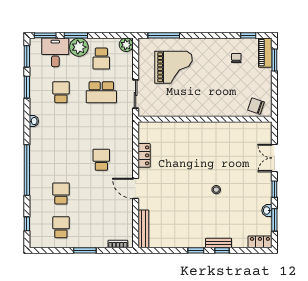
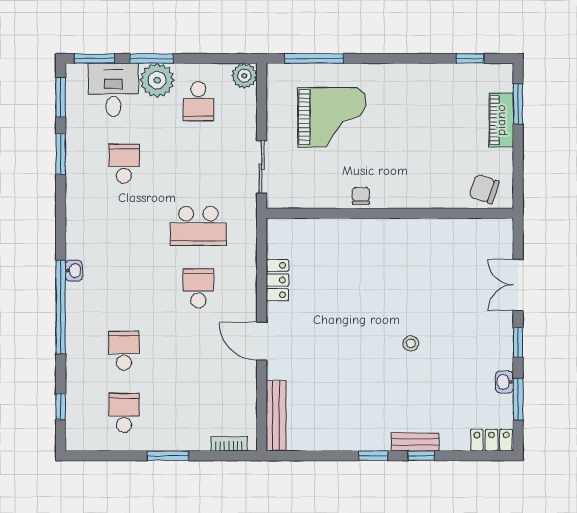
piano: (265, 53) -> (501, 120), moved
chair: (236, 58) -> (361, 196), moved
school desk: (101, 92) -> (198, 226), moved
washbasin: (34, 121) -> (74, 271), moved

